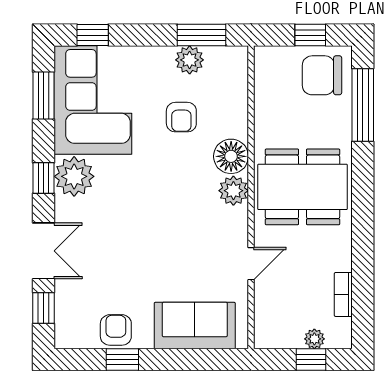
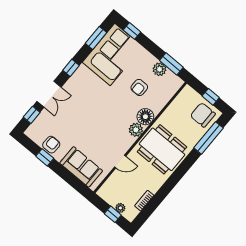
plant: (74, 176) -> (83, 77), removed

